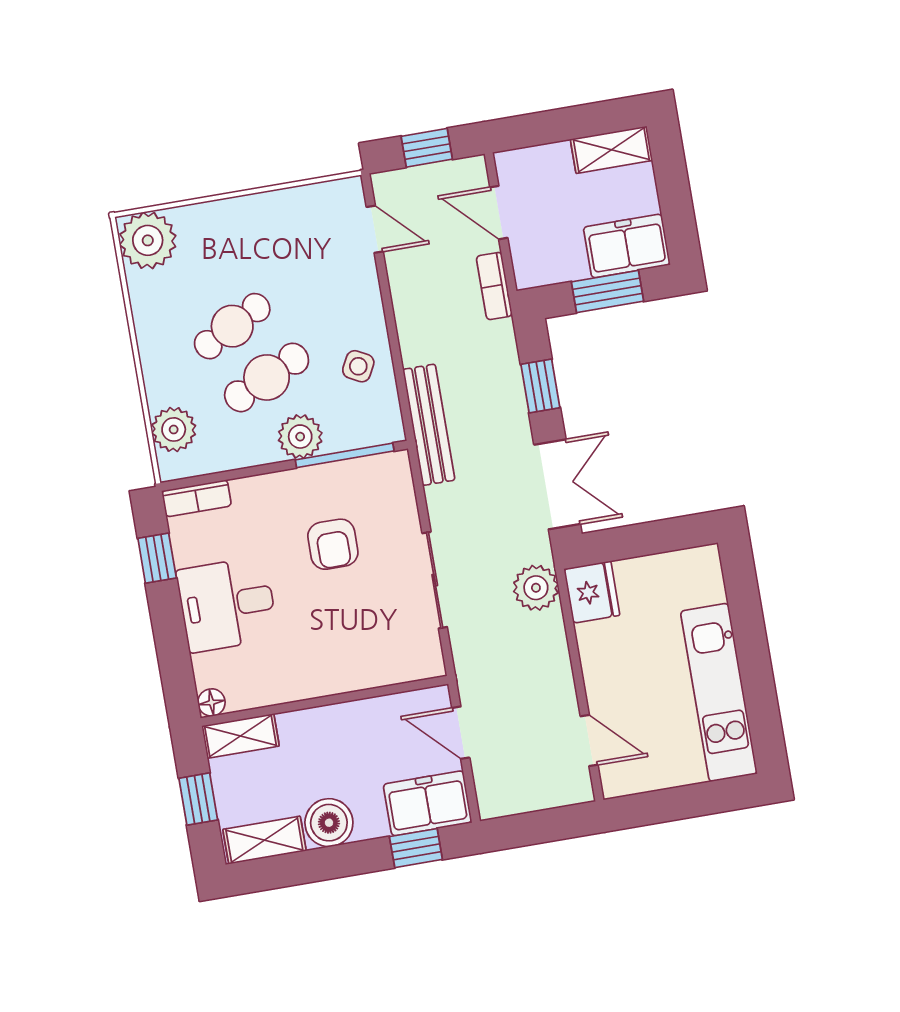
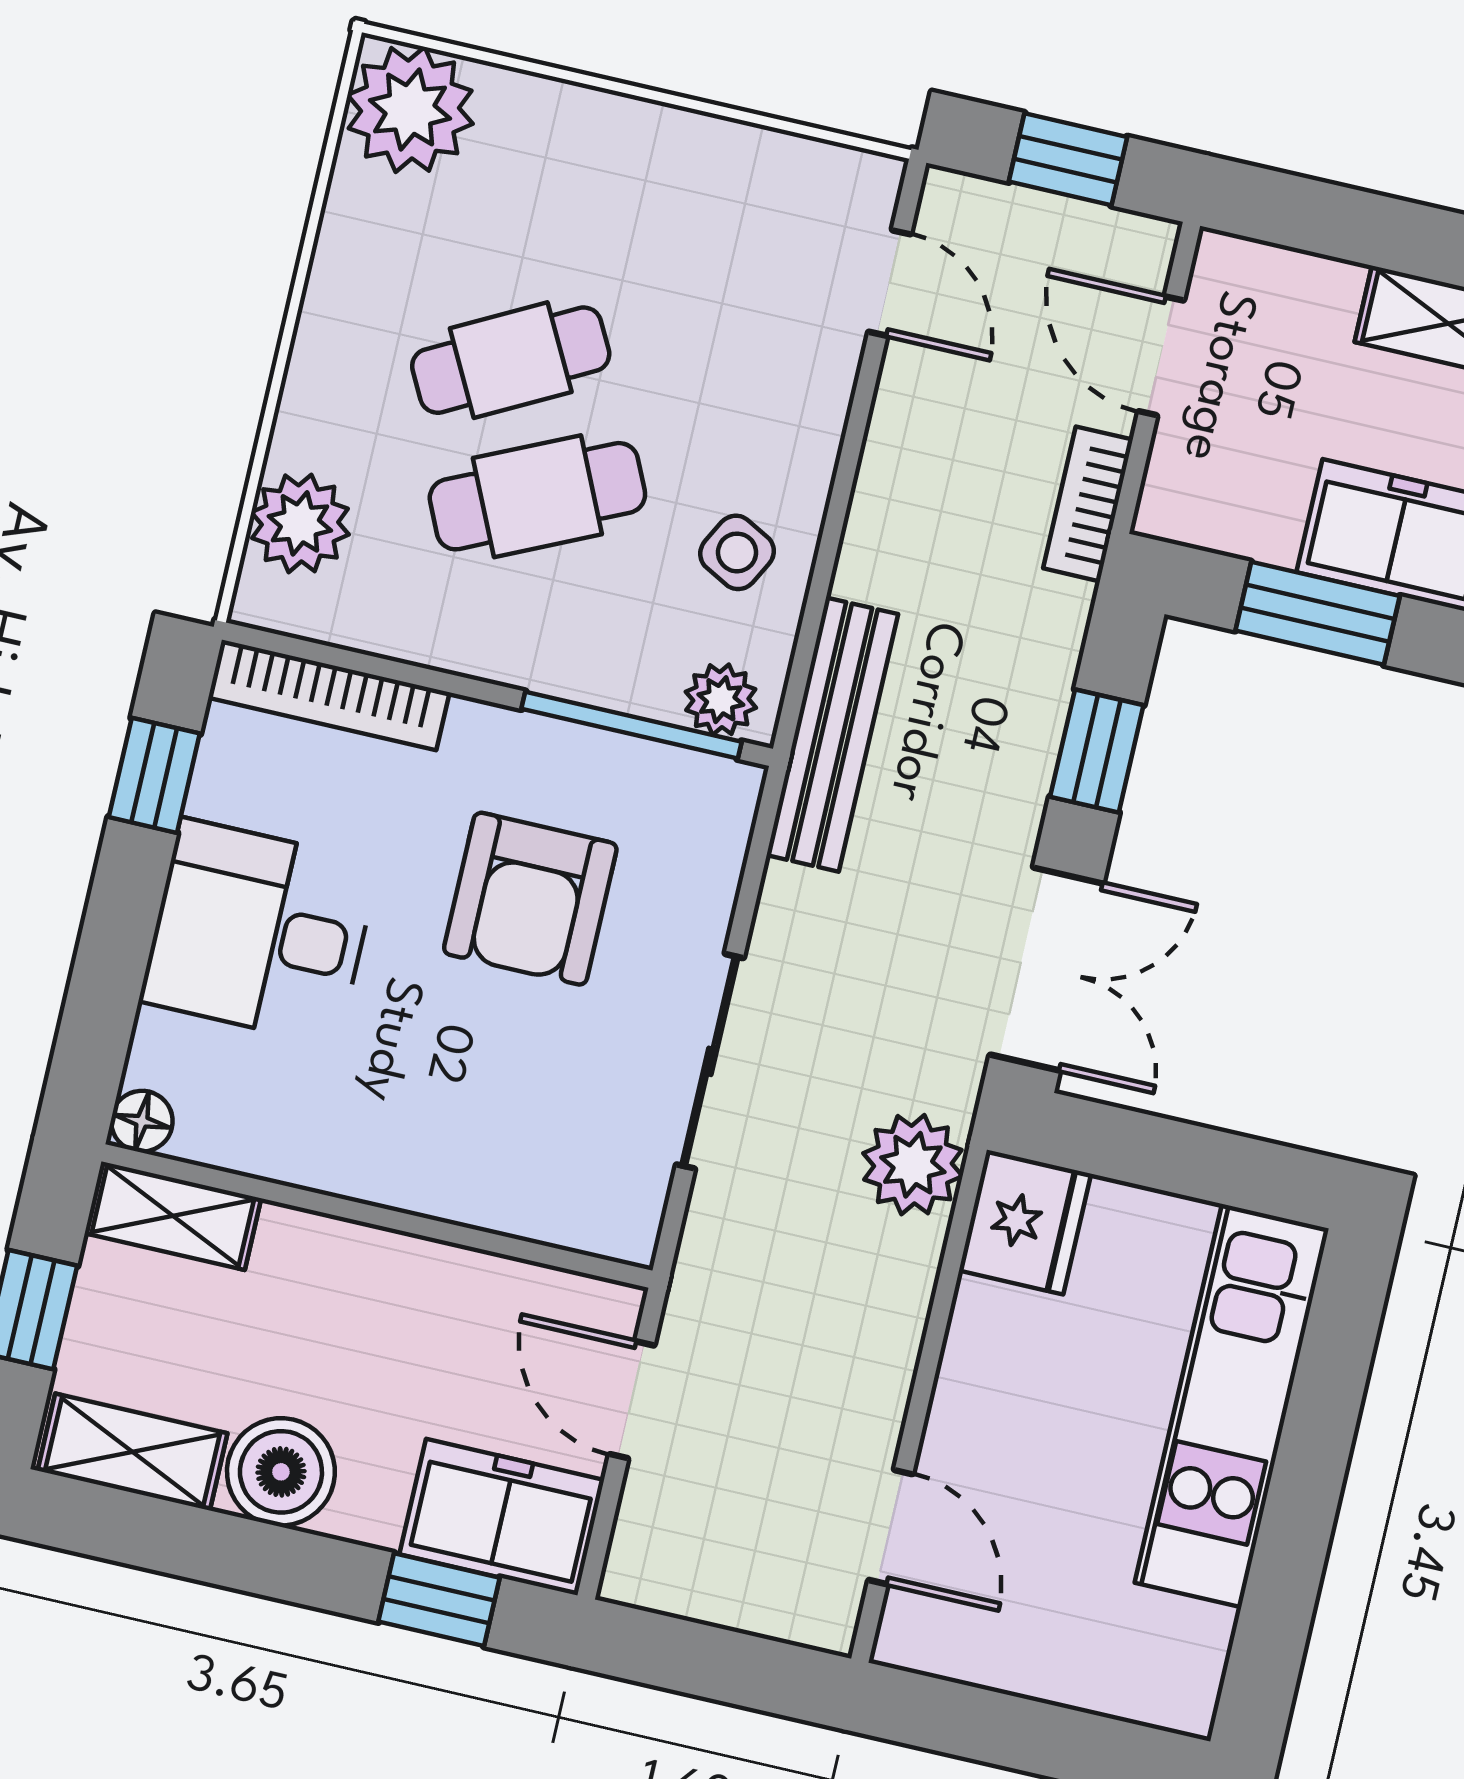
plant: (300, 437) -> (721, 700), moved, width x0.73, depth x0.73
bookcase: (197, 498) -> (329, 695), width x1.56
armchair: (333, 544) -> (530, 899), width x1.38, depth x1.38
kitchen unit: (719, 692) -> (1232, 1406), moved

